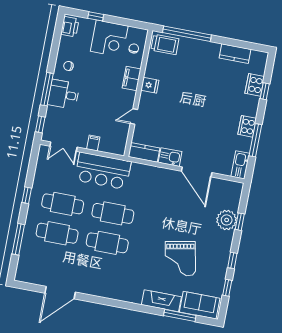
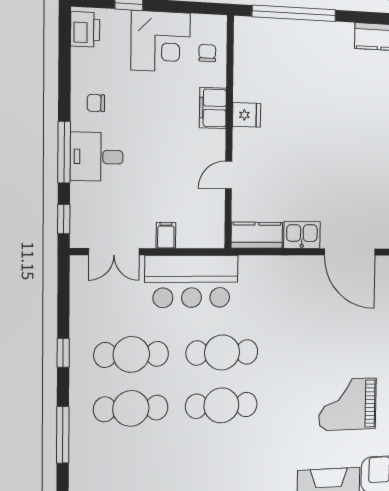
trolley: (165, 44) -> (260, 38), removed
grand piano: (180, 259) -> (347, 404), turned 101

